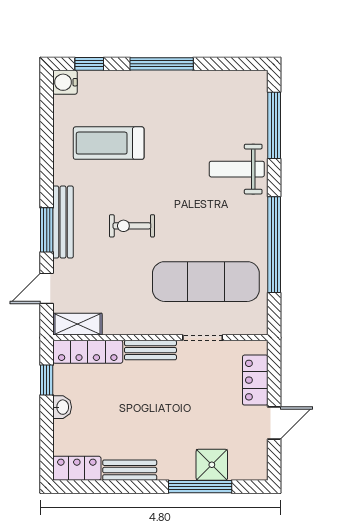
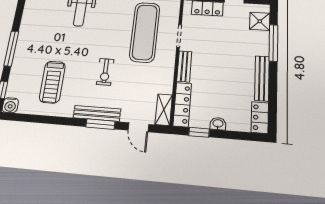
shower: (212, 465) -> (260, 21), moved
bench: (130, 470) -> (262, 78), width x1.36

